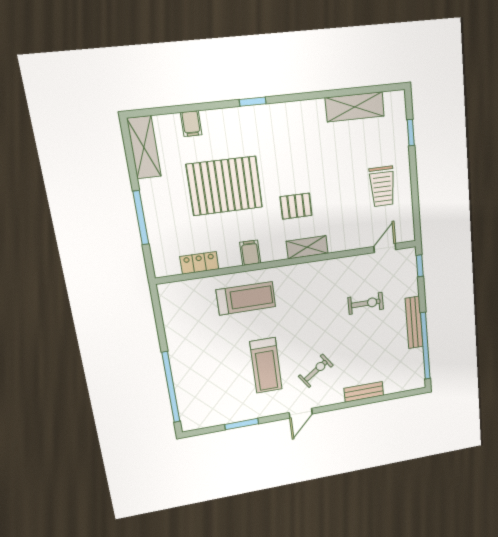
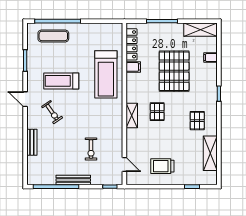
pallet: (303, 136) -> (197, 121), added
filing cabinet: (250, 253) -> (133, 67), moved
locker: (199, 263) -> (132, 44), width x1.53
treadmill: (246, 298) -> (106, 74), width x1.37, depth x1.38
exercise mat: (196, 390) -> (53, 36), added

